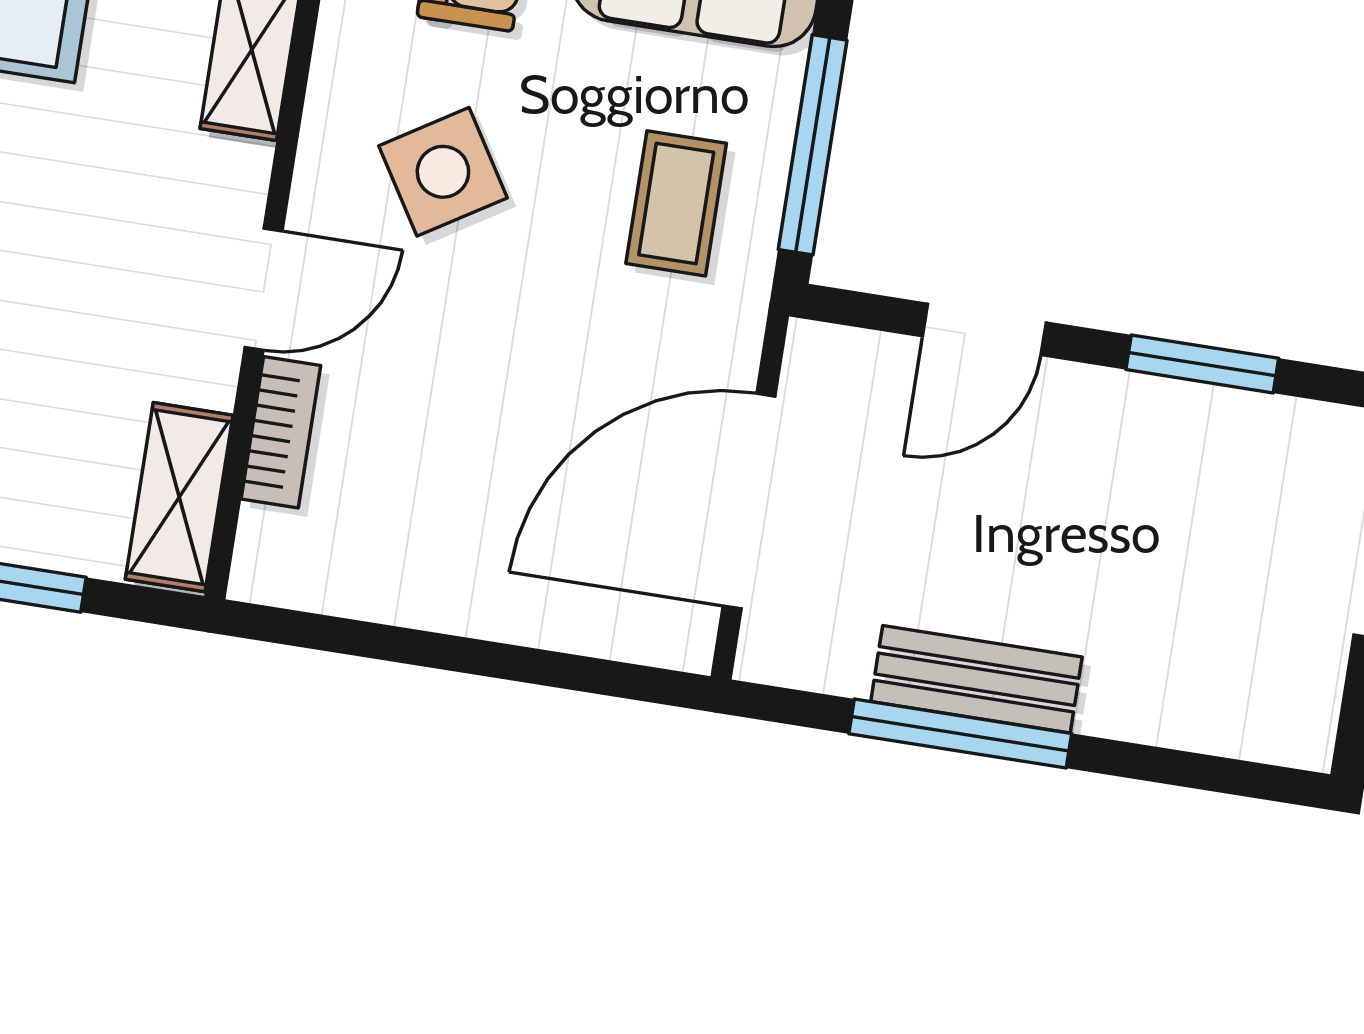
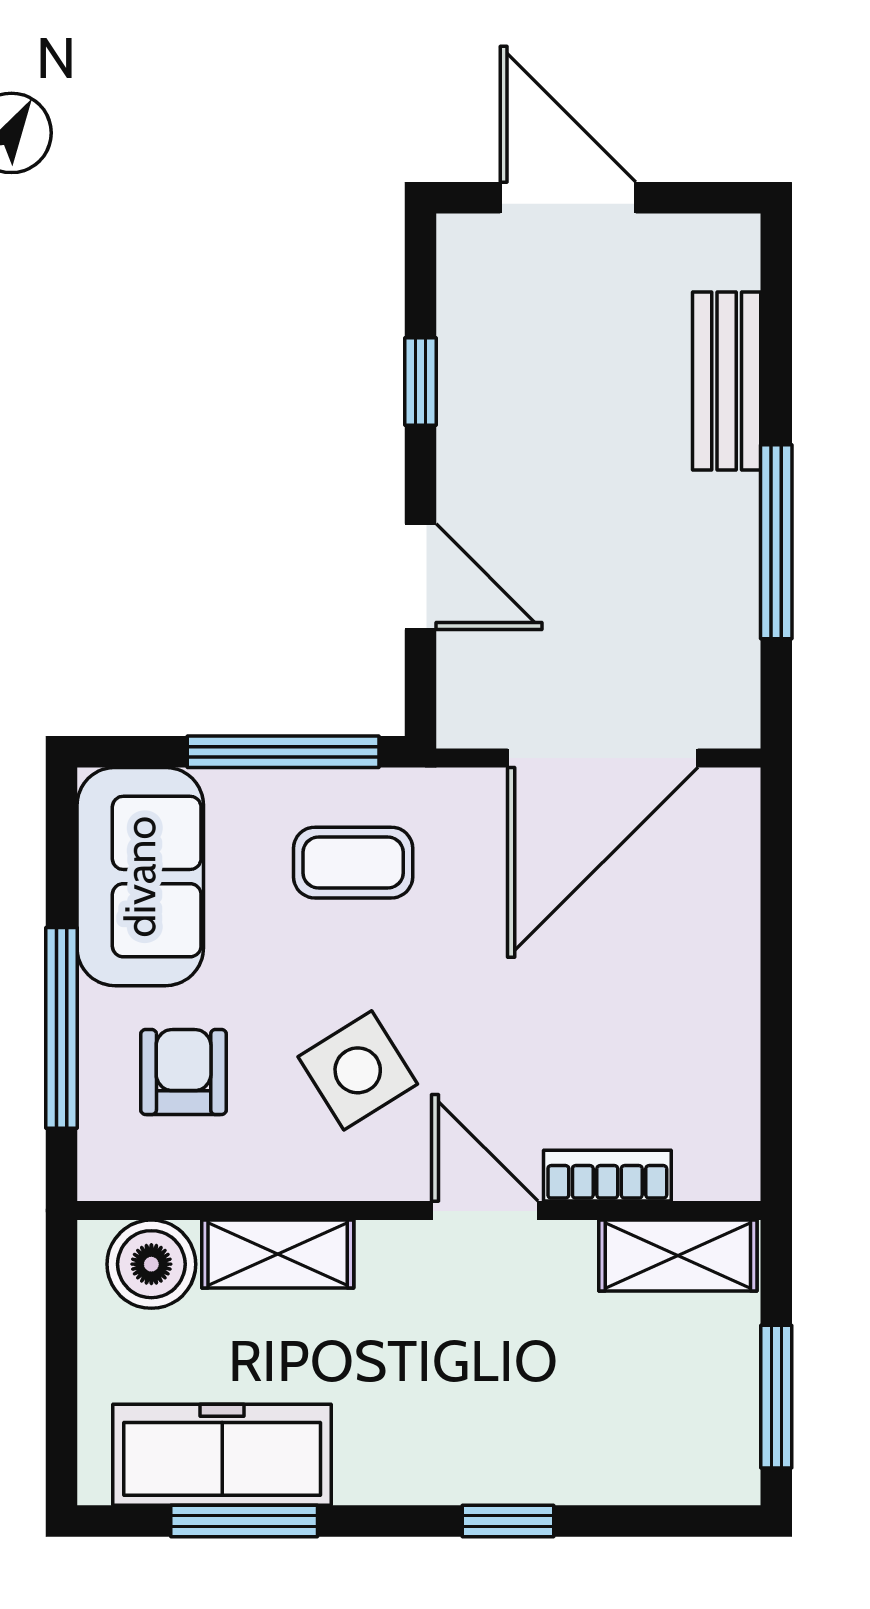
window: (1202, 364) -> (420, 382), width x0.67
door: (749, 501) -> (603, 758), hinge flipped
bench: (976, 679) -> (727, 381), moved

